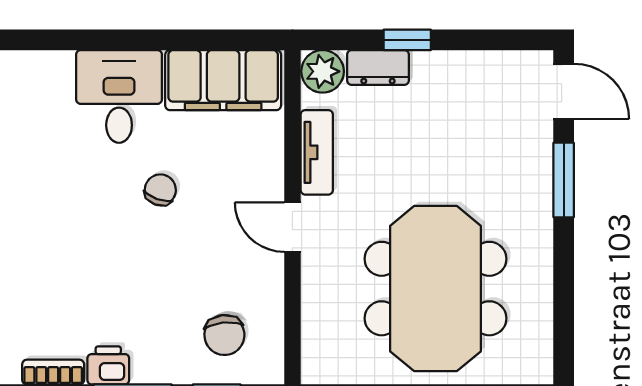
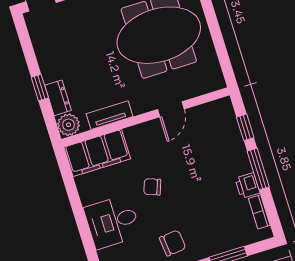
filing cabinet: (223, 80) -> (97, 153), moved, turned 90
door: (292, 227) -> (171, 109), moved
chair: (224, 335) -> (173, 243), moved

